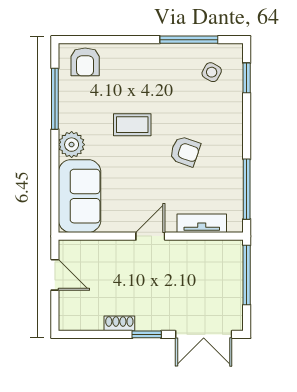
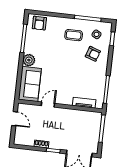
coffee table: (132, 125) -> (74, 35), moved
armchair: (185, 151) -> (93, 54), moved
door: (150, 236) -> (48, 105), moved

